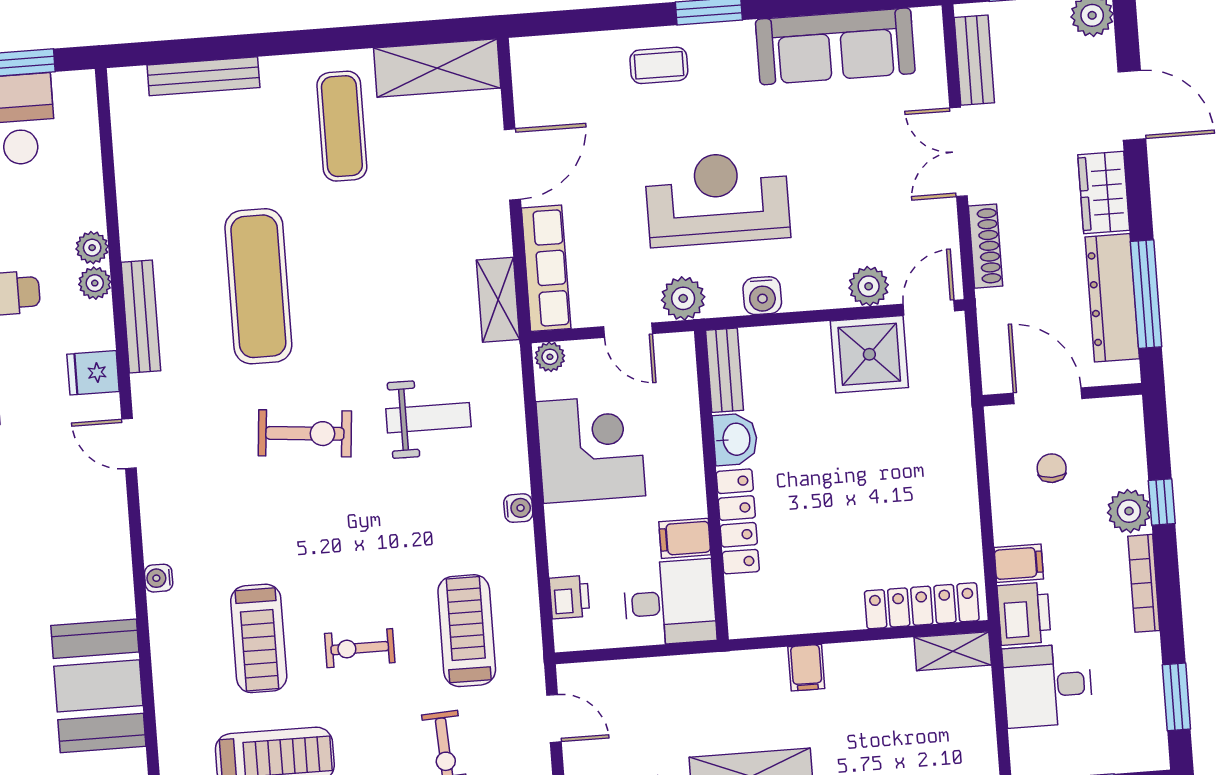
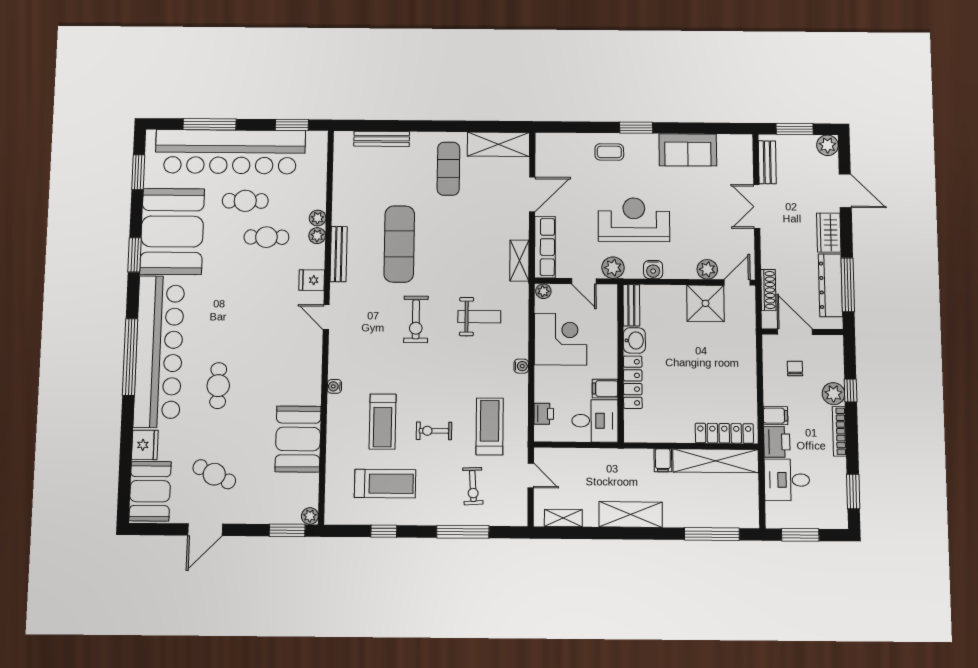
sofa: (835, 46) -> (688, 150), width x0.73
shoe rack: (985, 246) -> (768, 290), moved
exercise bike: (305, 433) -> (416, 319), turned 85
shelving: (953, 651) -> (716, 461), width x2.20, depth x1.33

